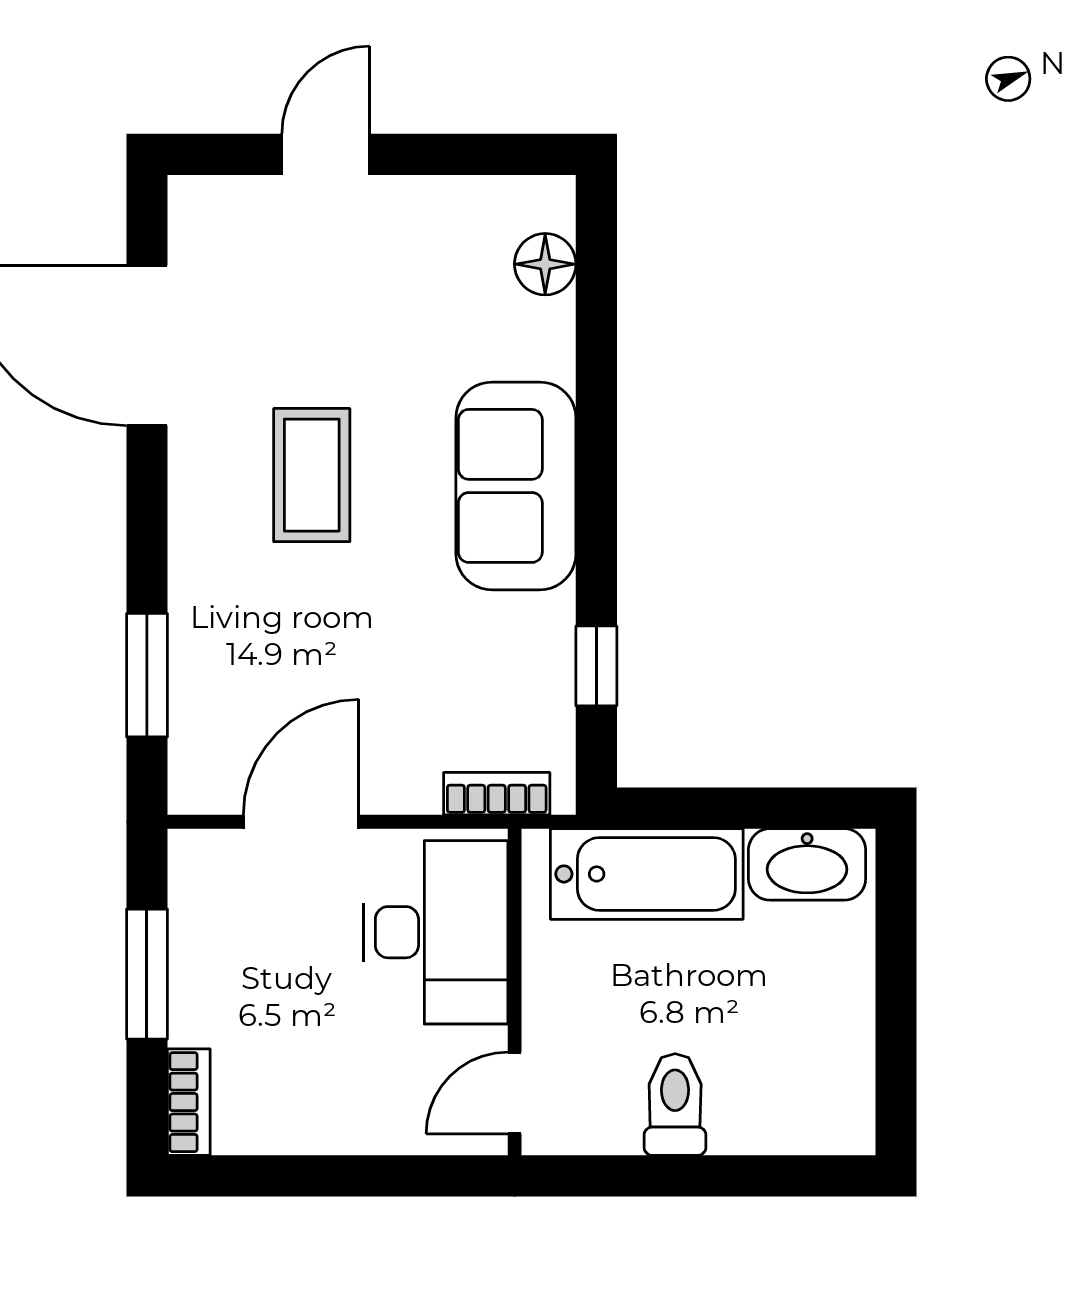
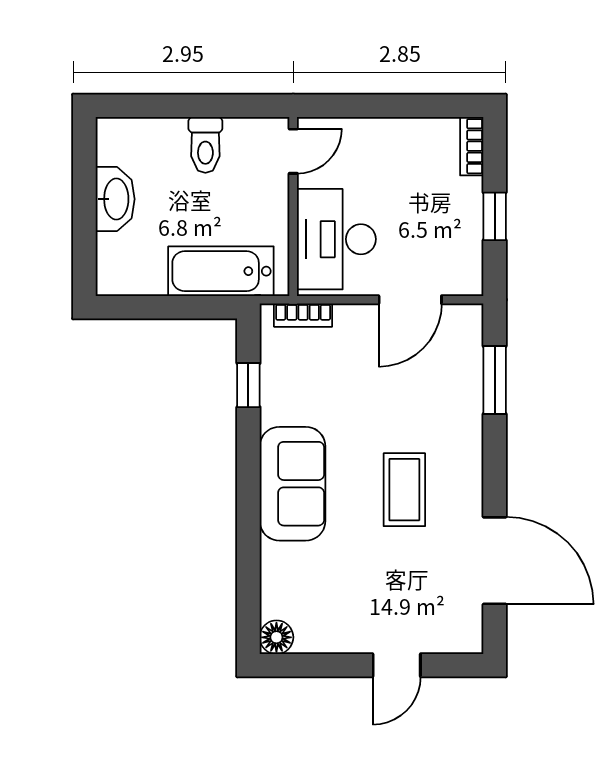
floor lamp: (545, 264) -> (276, 637), moved
washbasin: (807, 864) -> (115, 199), moved, turned 90
window: (147, 974) -> (495, 216), width x0.67

